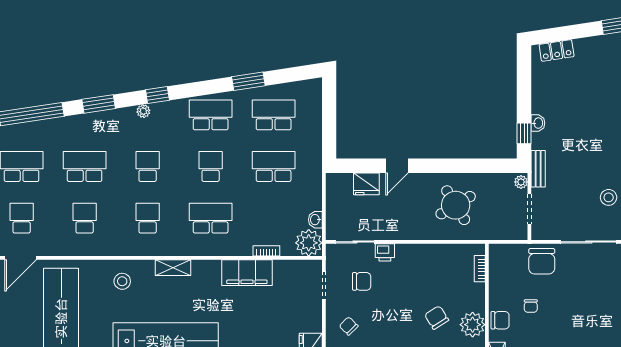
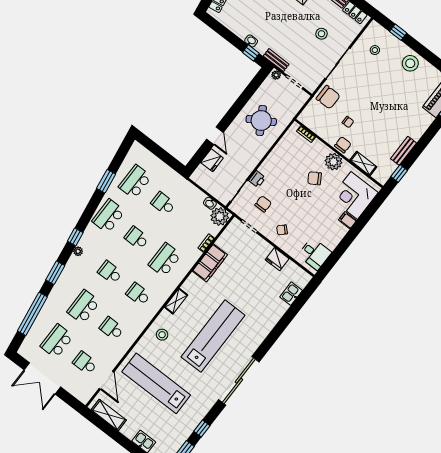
school desk: (274, 166) -> (163, 204), width x0.54

